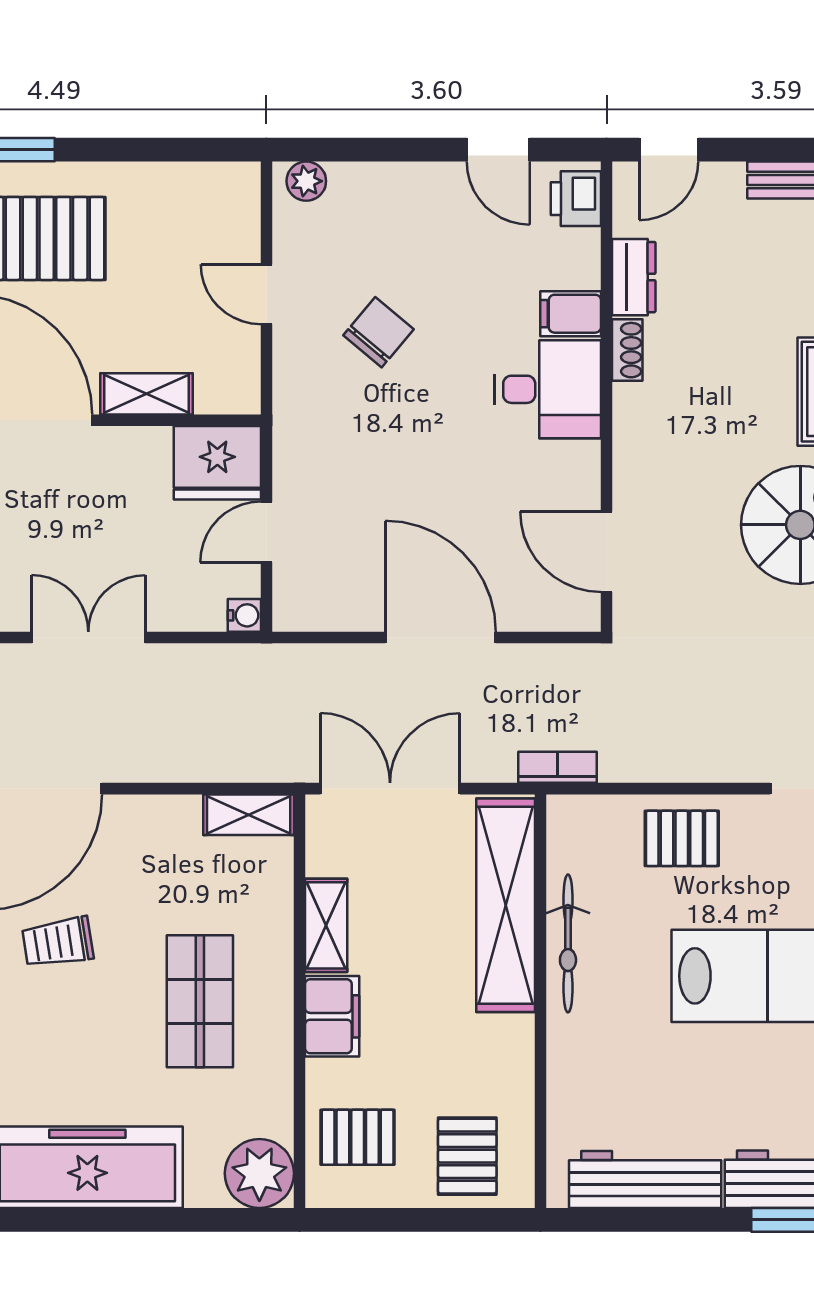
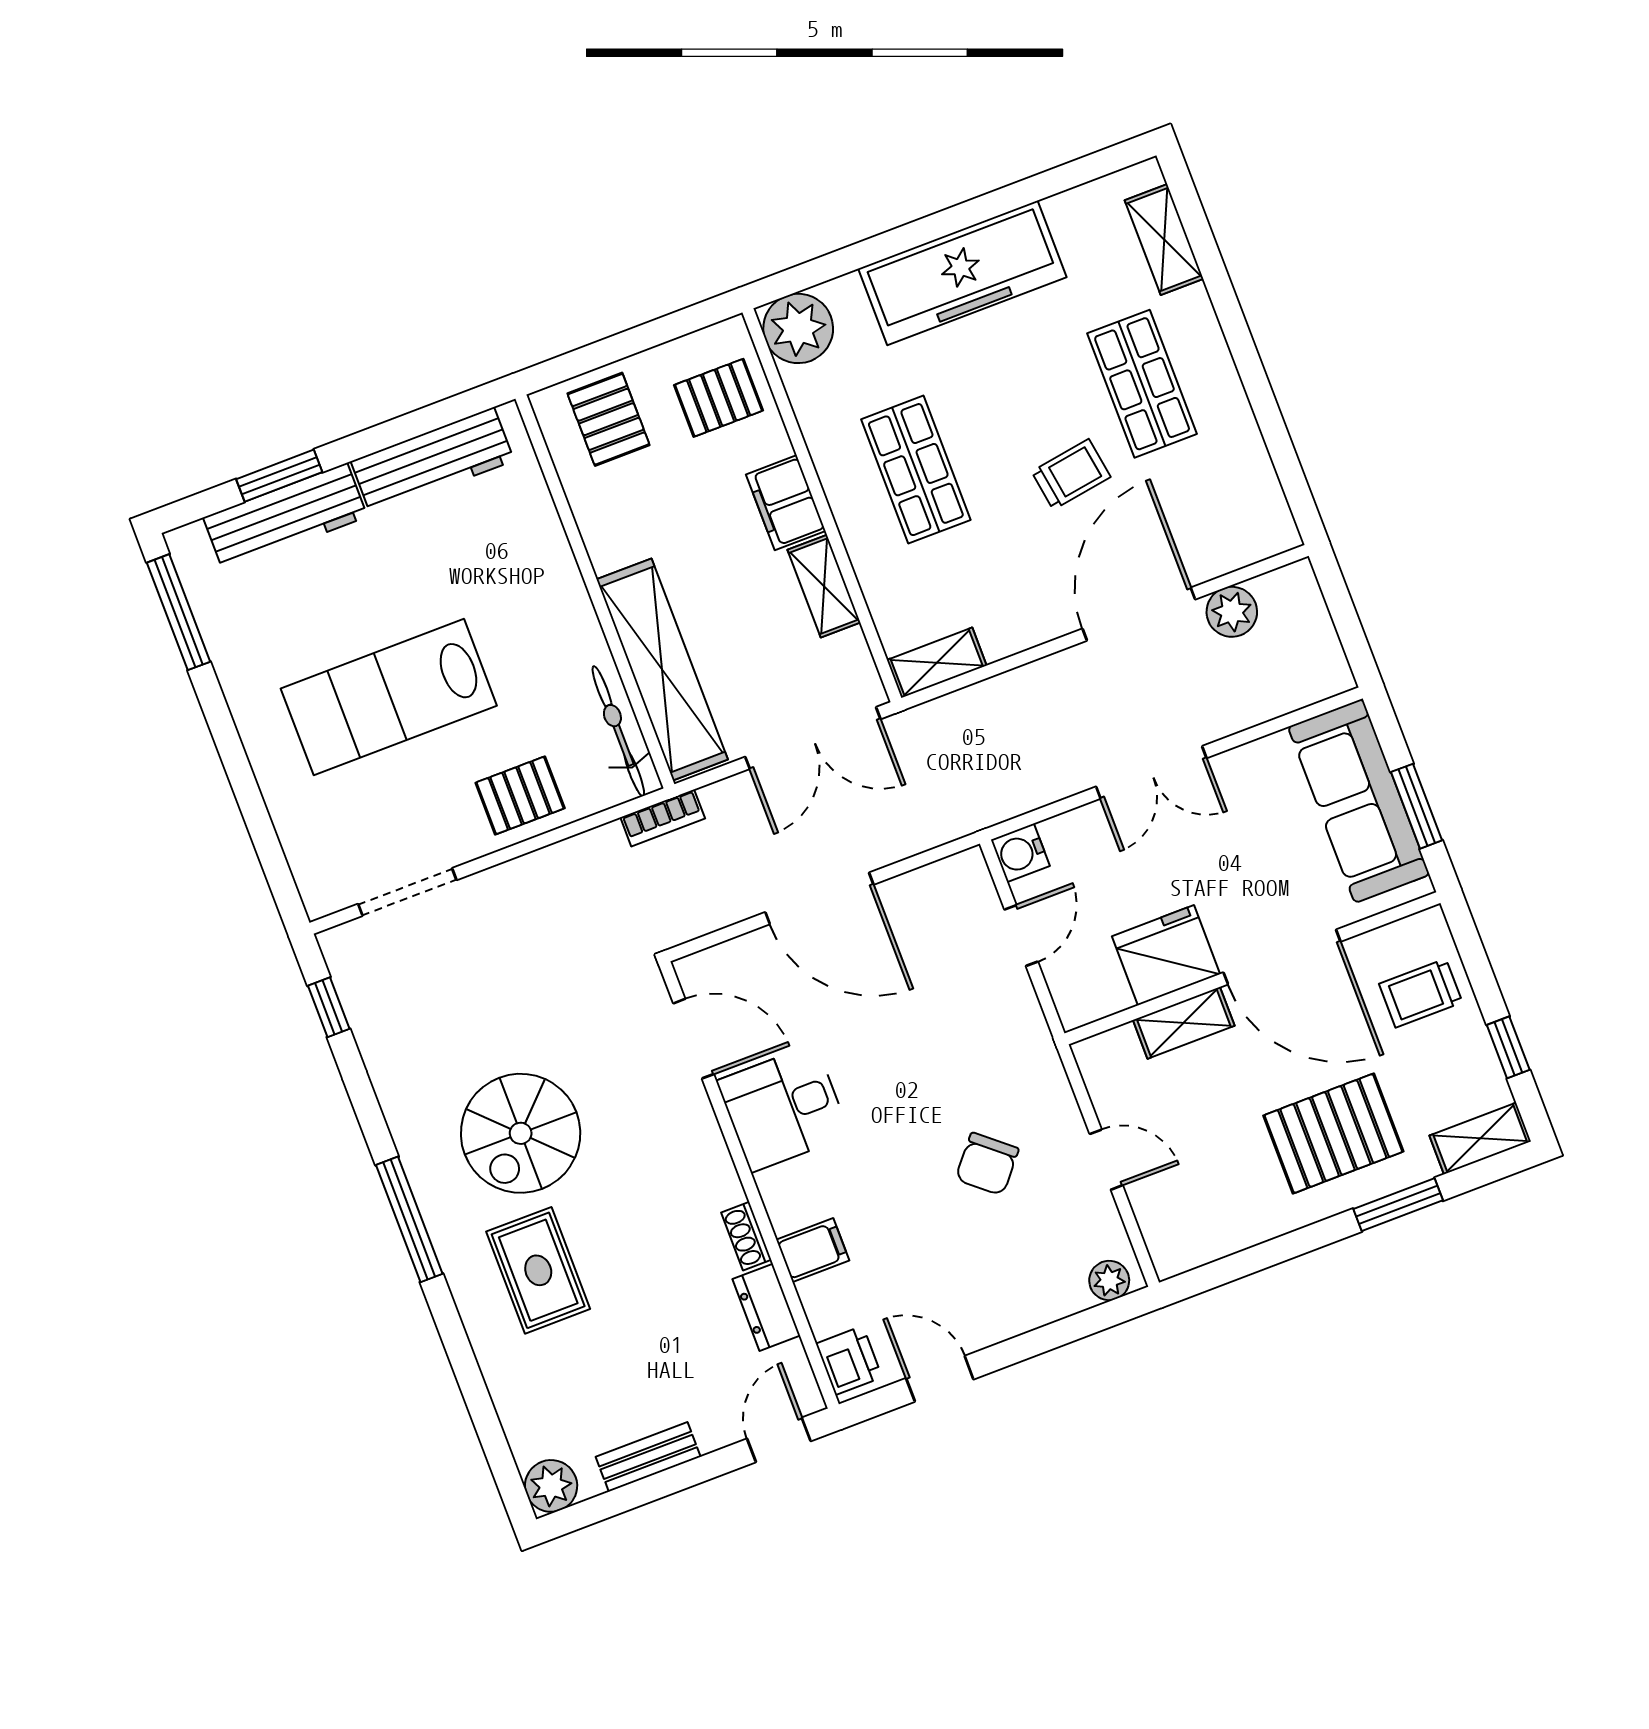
desk: (548, 389) -> (783, 1108), moved
fridge: (217, 463) -> (1166, 955), moved
water cooler: (244, 615) -> (1020, 853), width x1.38, depth x1.38
bicycle: (568, 943) -> (618, 731), moved

